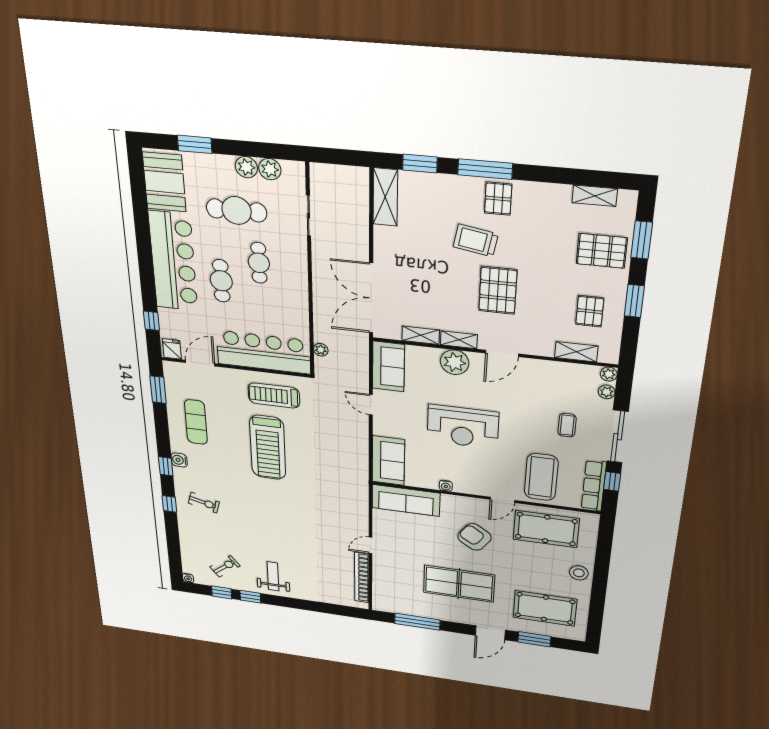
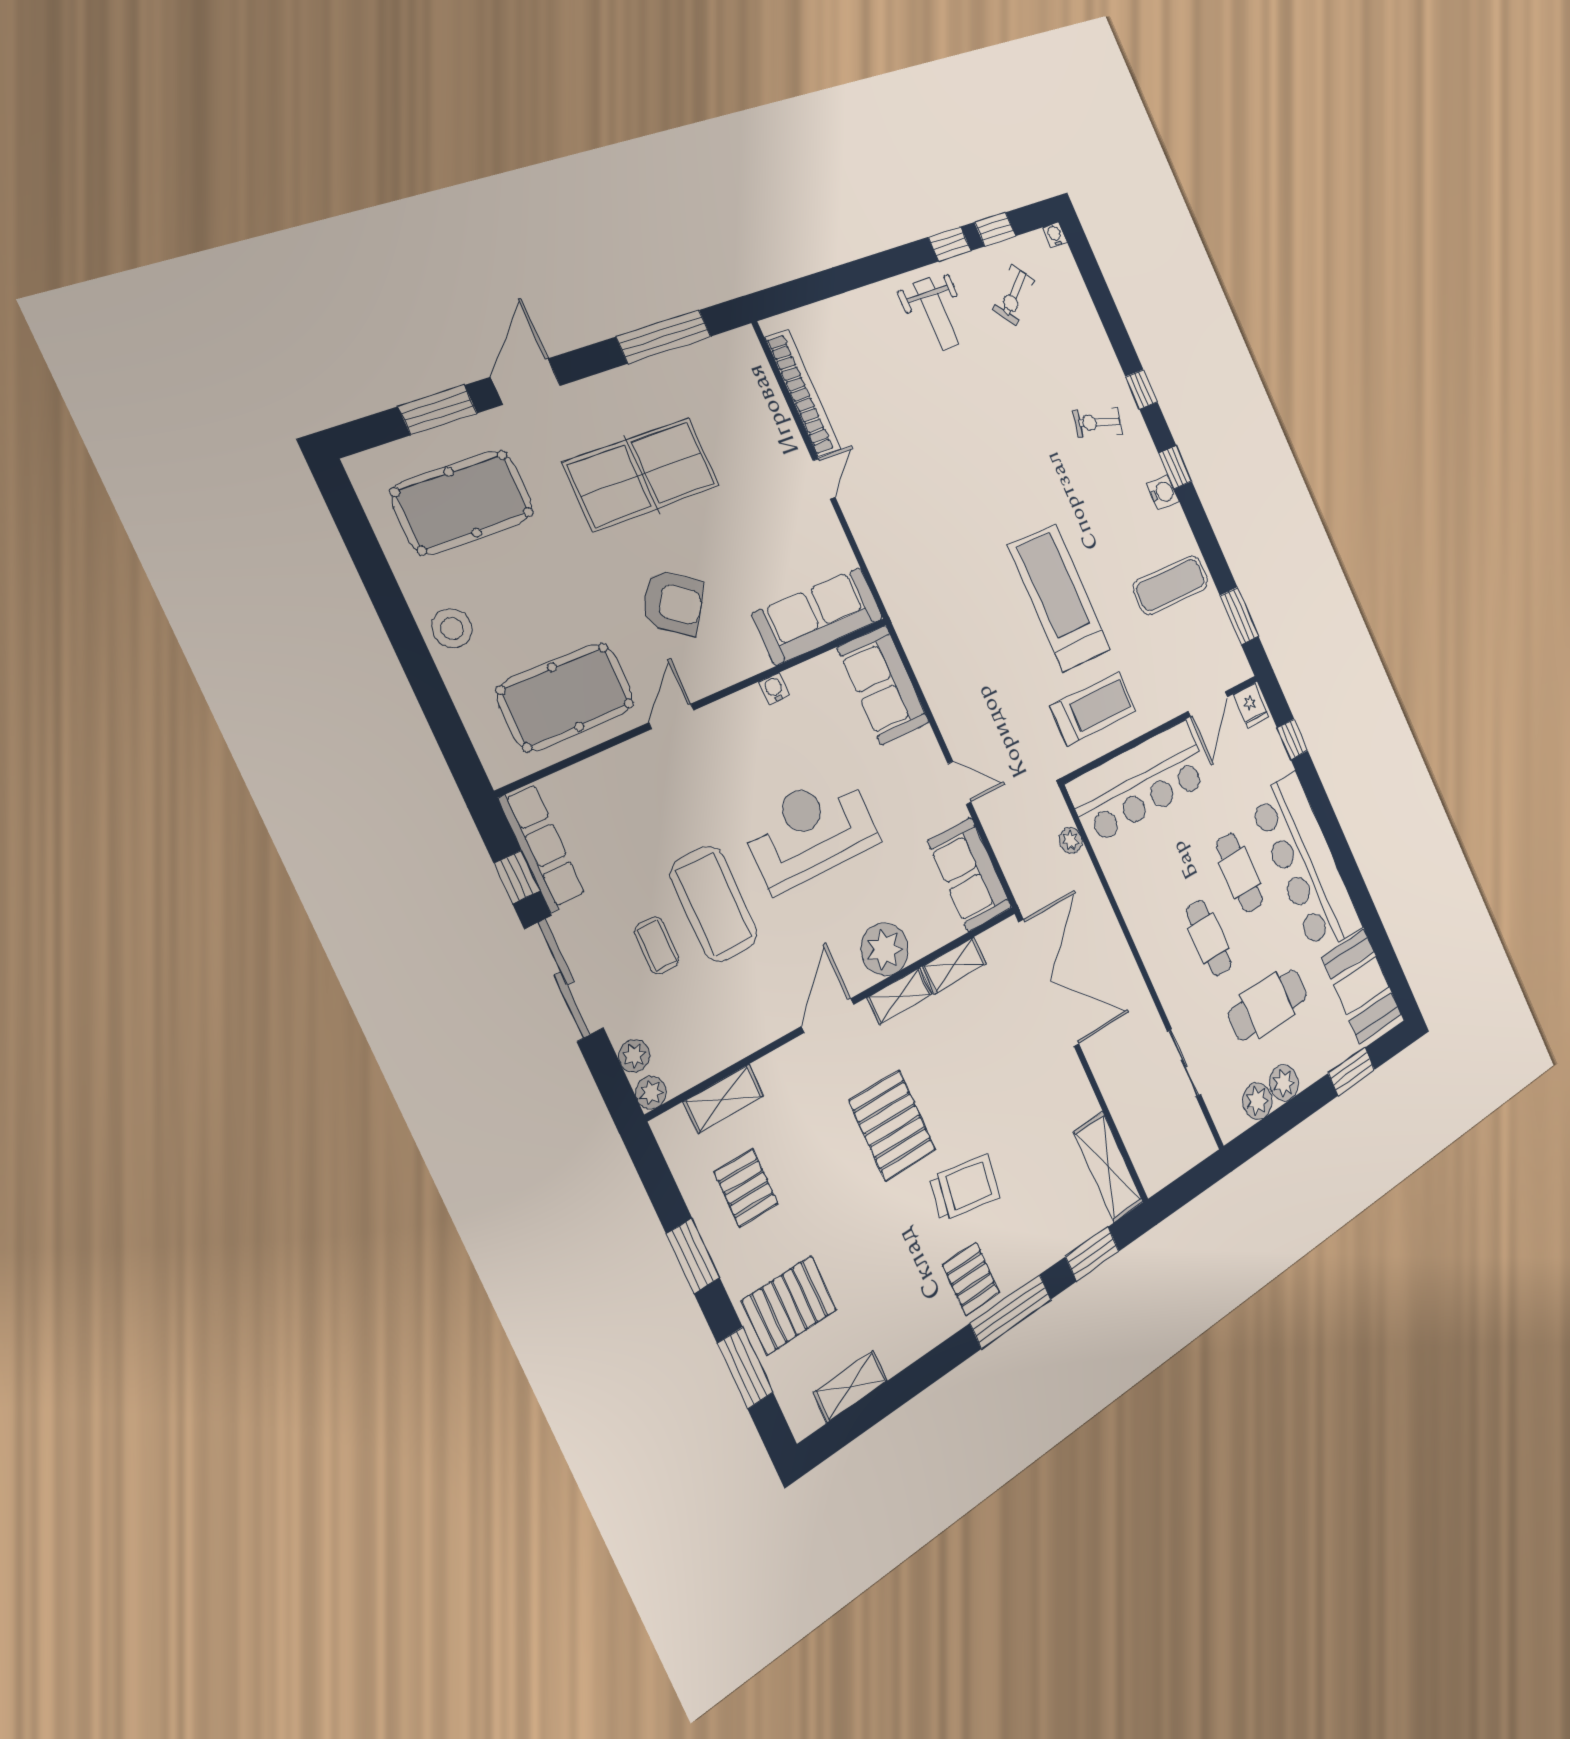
exercise mat: (196, 422) -> (1171, 585), turned 90
coffee table: (541, 477) -> (714, 904), moved

